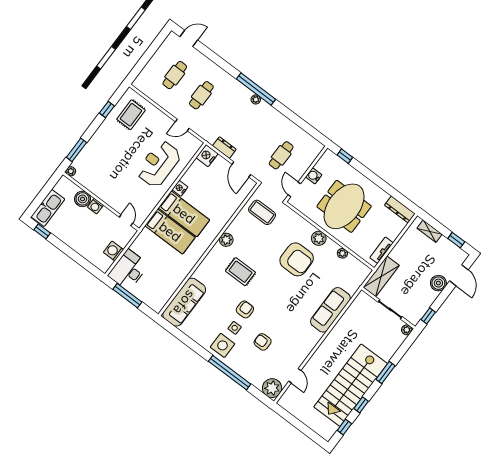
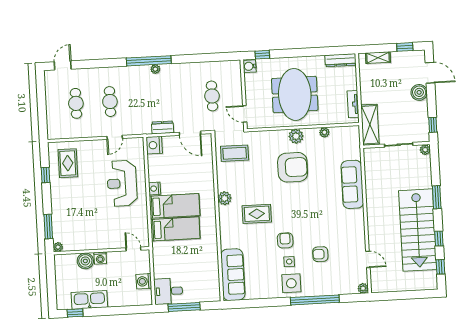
water cooler: (314, 176) -> (250, 66), moved
kitchen sink: (48, 208) -> (89, 300), moved, turned -90
desk: (128, 270) -> (168, 291), width x0.73
plant: (272, 388) -> (363, 288), width x0.53, depth x0.53

